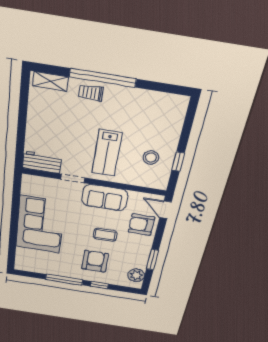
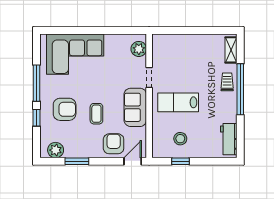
workbench: (42, 162) -> (229, 139), moved, turned 180
plant: (39, 184) -> (139, 49), added
corner sofa: (40, 225) -> (75, 54), moved

